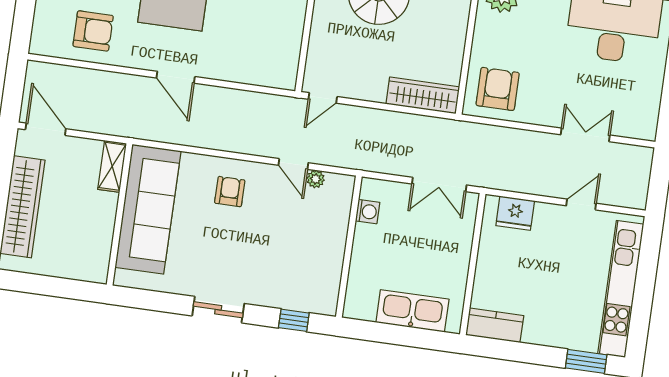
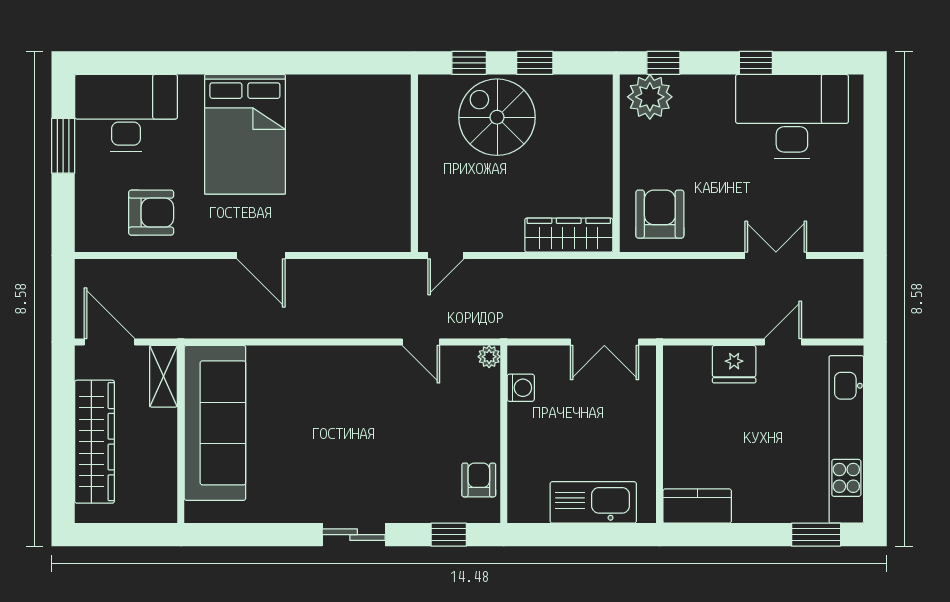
shelving: (112, 166) -> (163, 376), moved
plant: (316, 179) -> (489, 357), moved
armchair: (230, 192) -> (479, 480), moved
sofa: (148, 209) -> (215, 423), moved
fridge: (515, 213) -> (734, 364), moved
wall: (119, 214) -> (181, 434), moved

